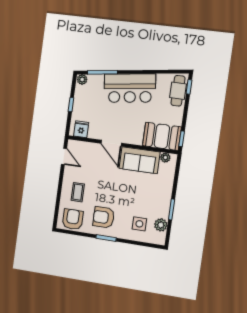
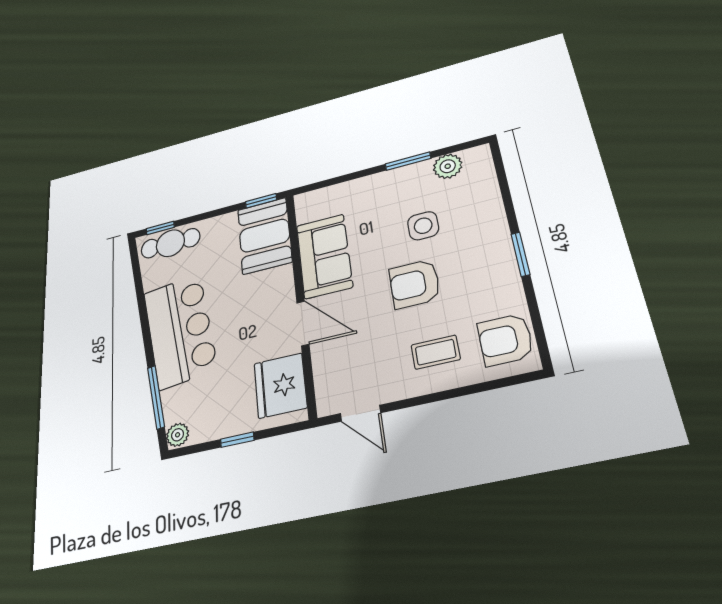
fridge: (81, 129) -> (280, 385), width x1.88, depth x1.34
door: (111, 143) -> (303, 323), hinge flipped
door: (64, 156) -> (361, 413), swing flipped
plant: (165, 158) -> (306, 213), removed
armchair: (104, 217) -> (415, 284), moved, turned 90
side table: (139, 224) -> (423, 226), moved

